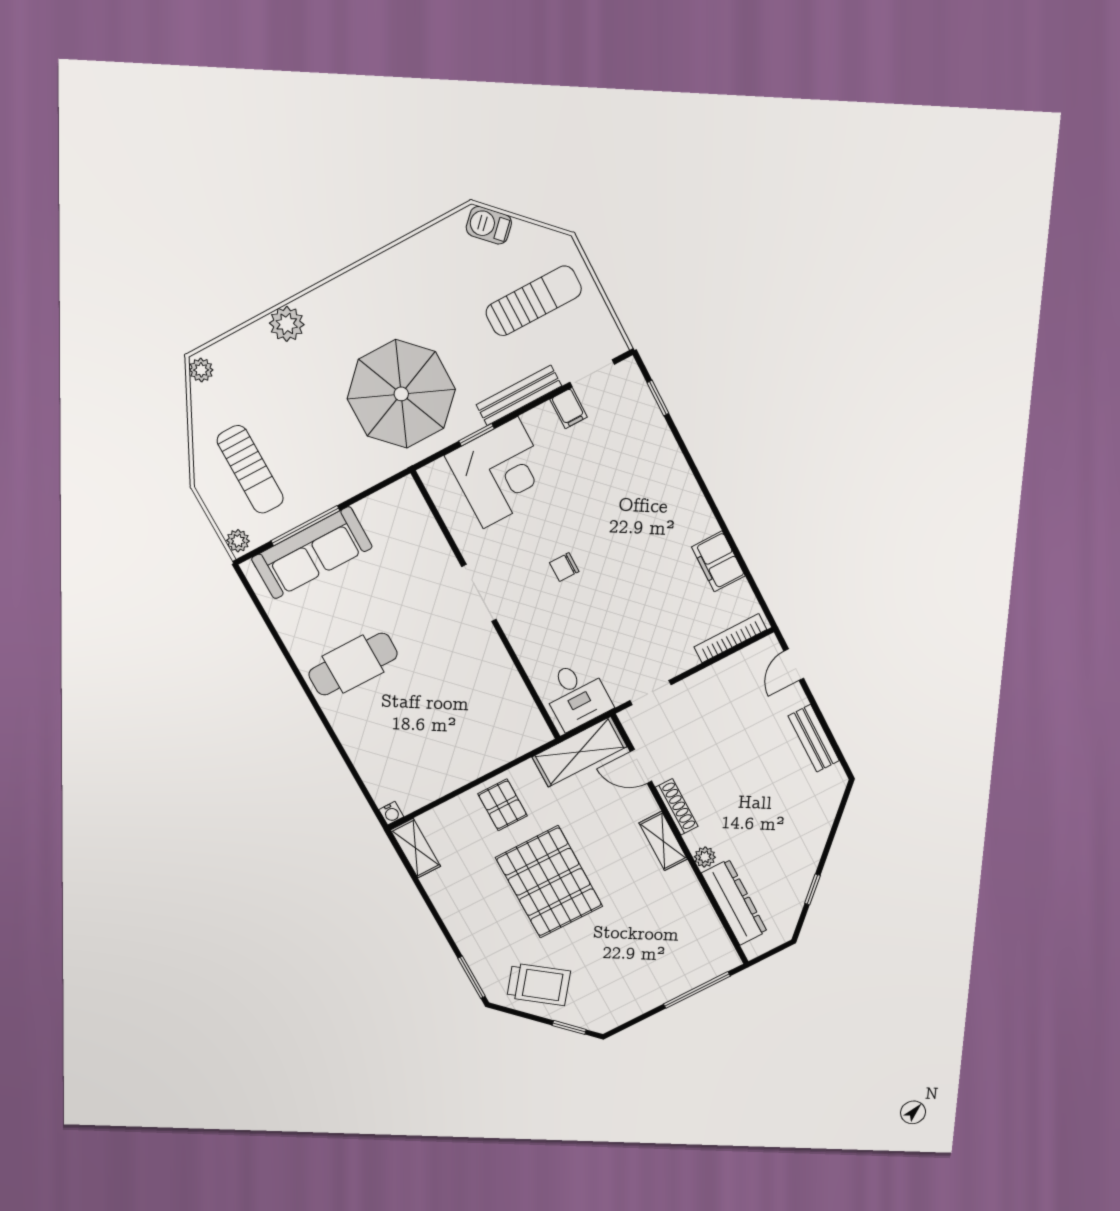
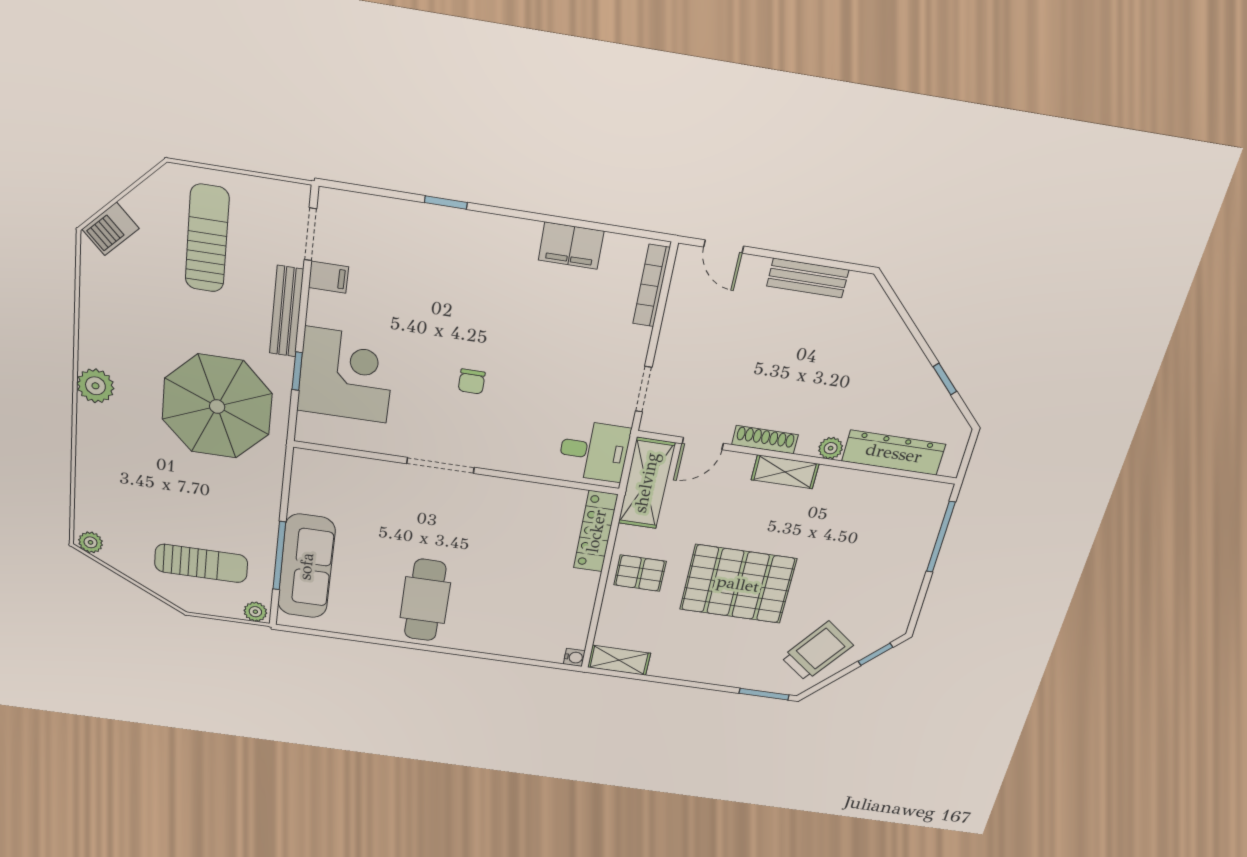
plant: (287, 324) -> (95, 386), moved
window: (658, 398) -> (446, 202), moved
locker: (512, 746) -> (596, 531), added

